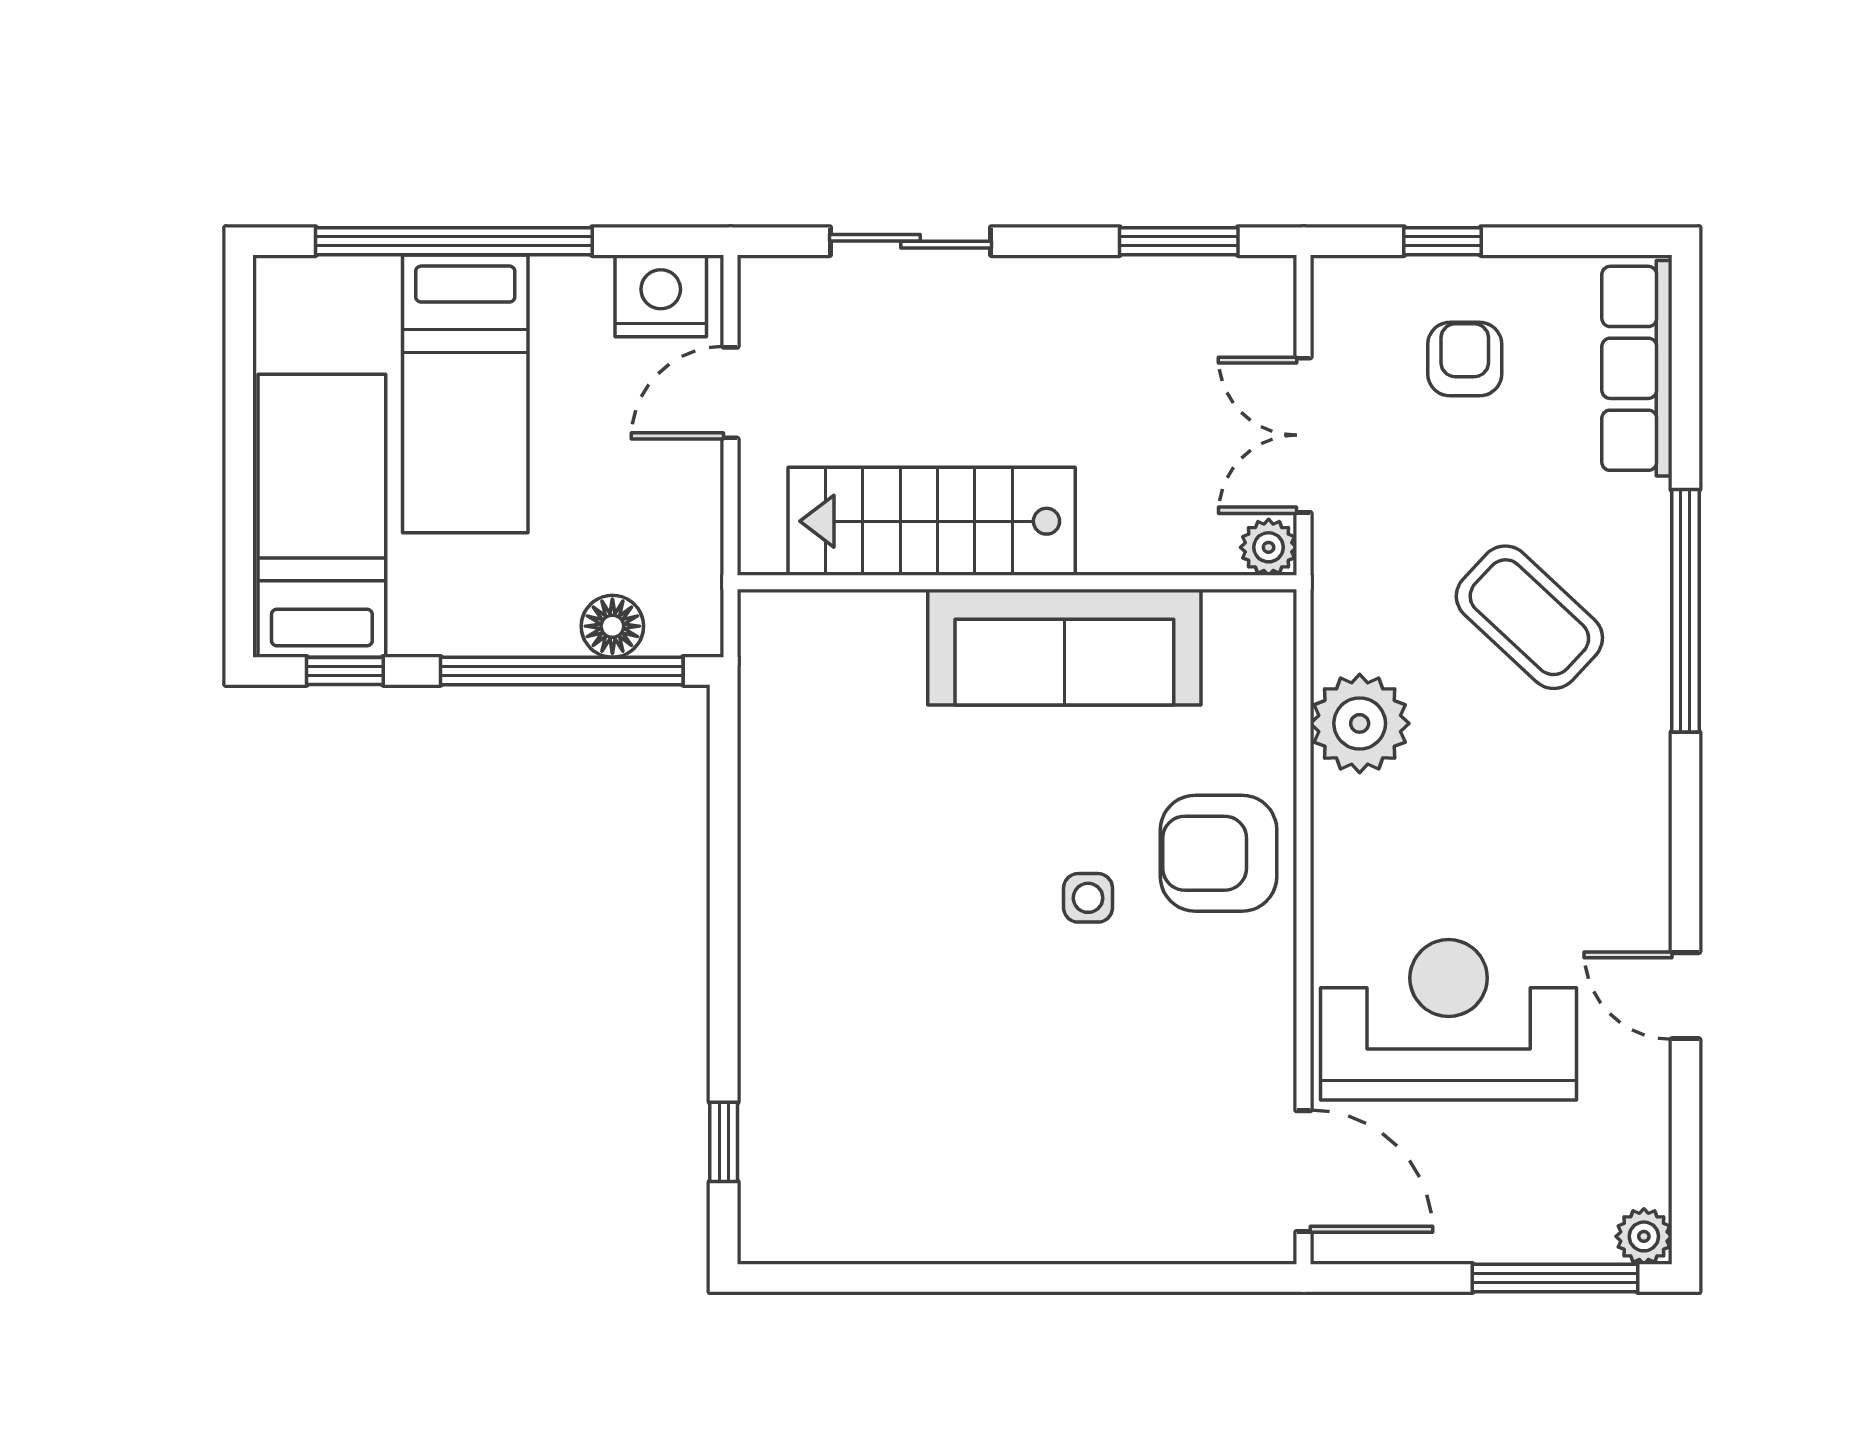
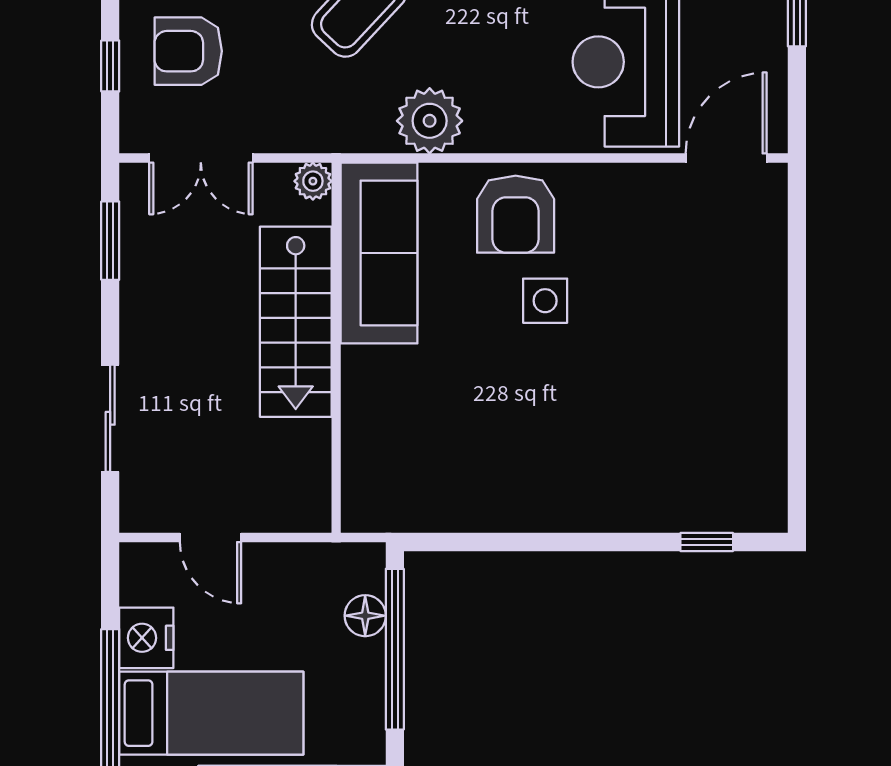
nightstand: (661, 296) -> (146, 638), moved
armchair: (1465, 359) -> (188, 51), width x1.38, depth x1.38
double door: (1303, 435) -> (201, 158), moved
stairs: (932, 521) -> (296, 322), moved
sofa: (1064, 647) -> (379, 253), moved
side table: (1088, 898) -> (545, 301), width x1.37, depth x1.37

